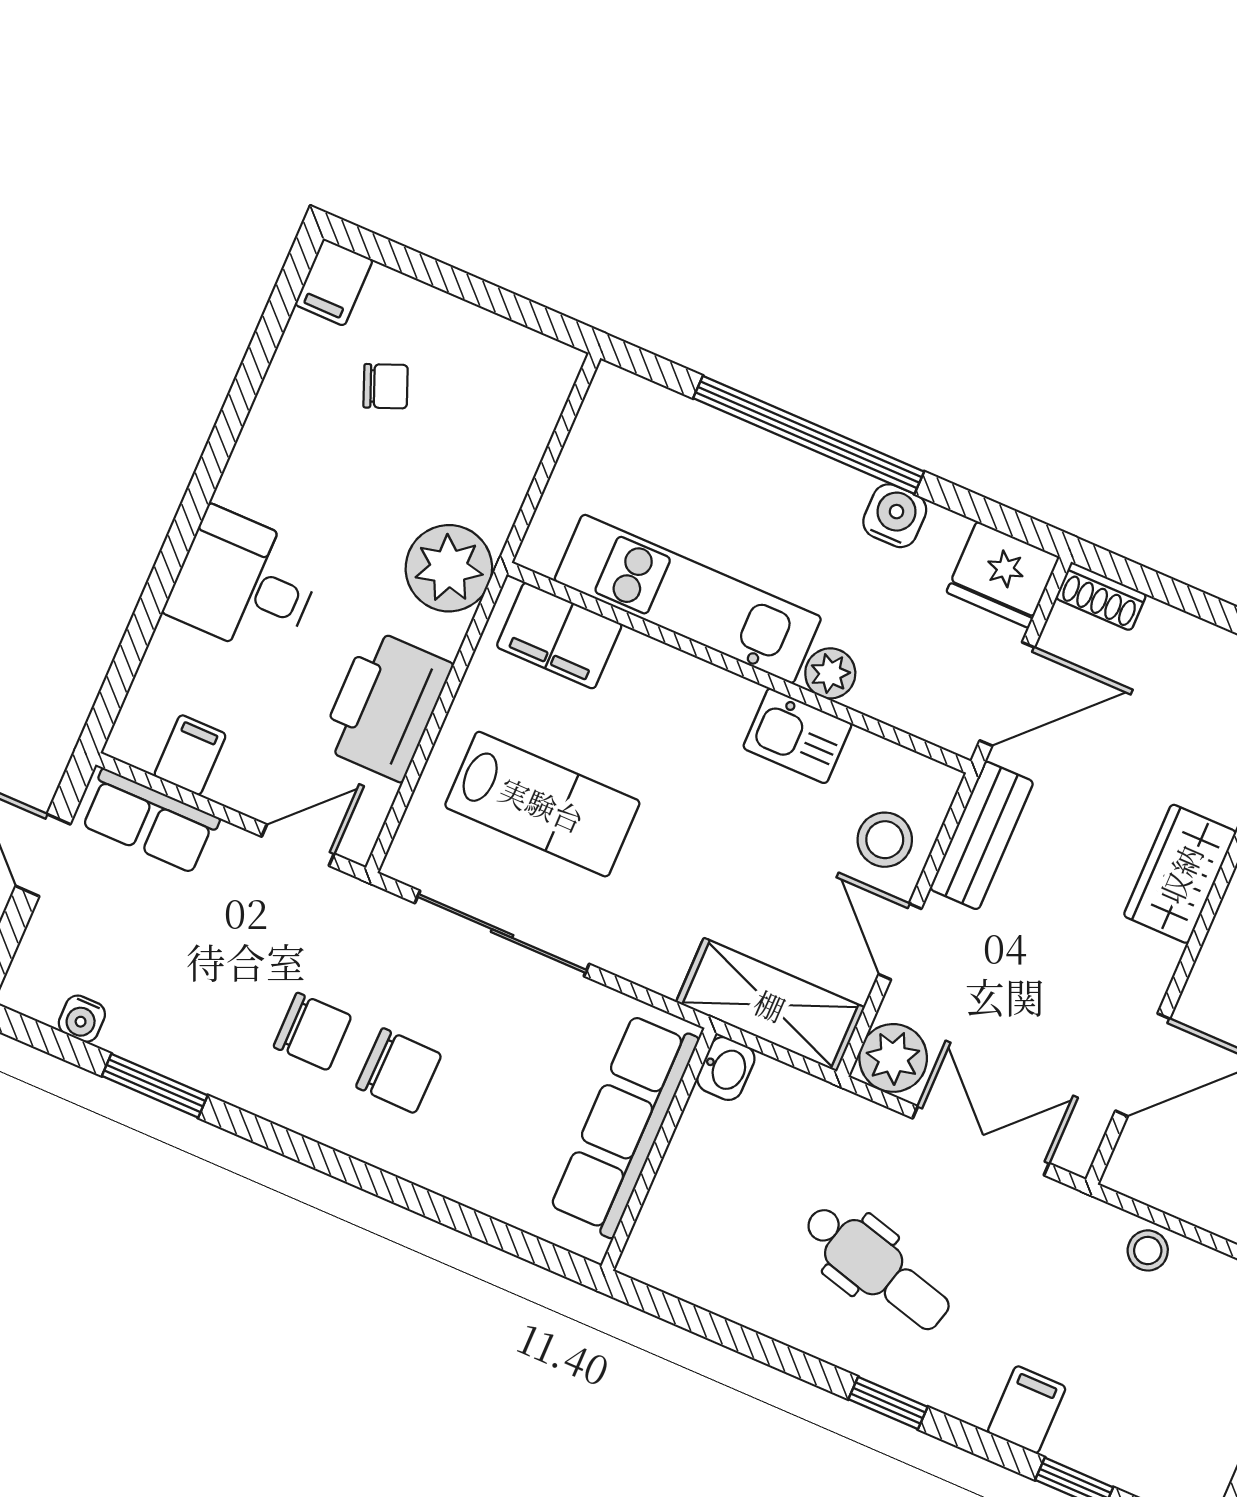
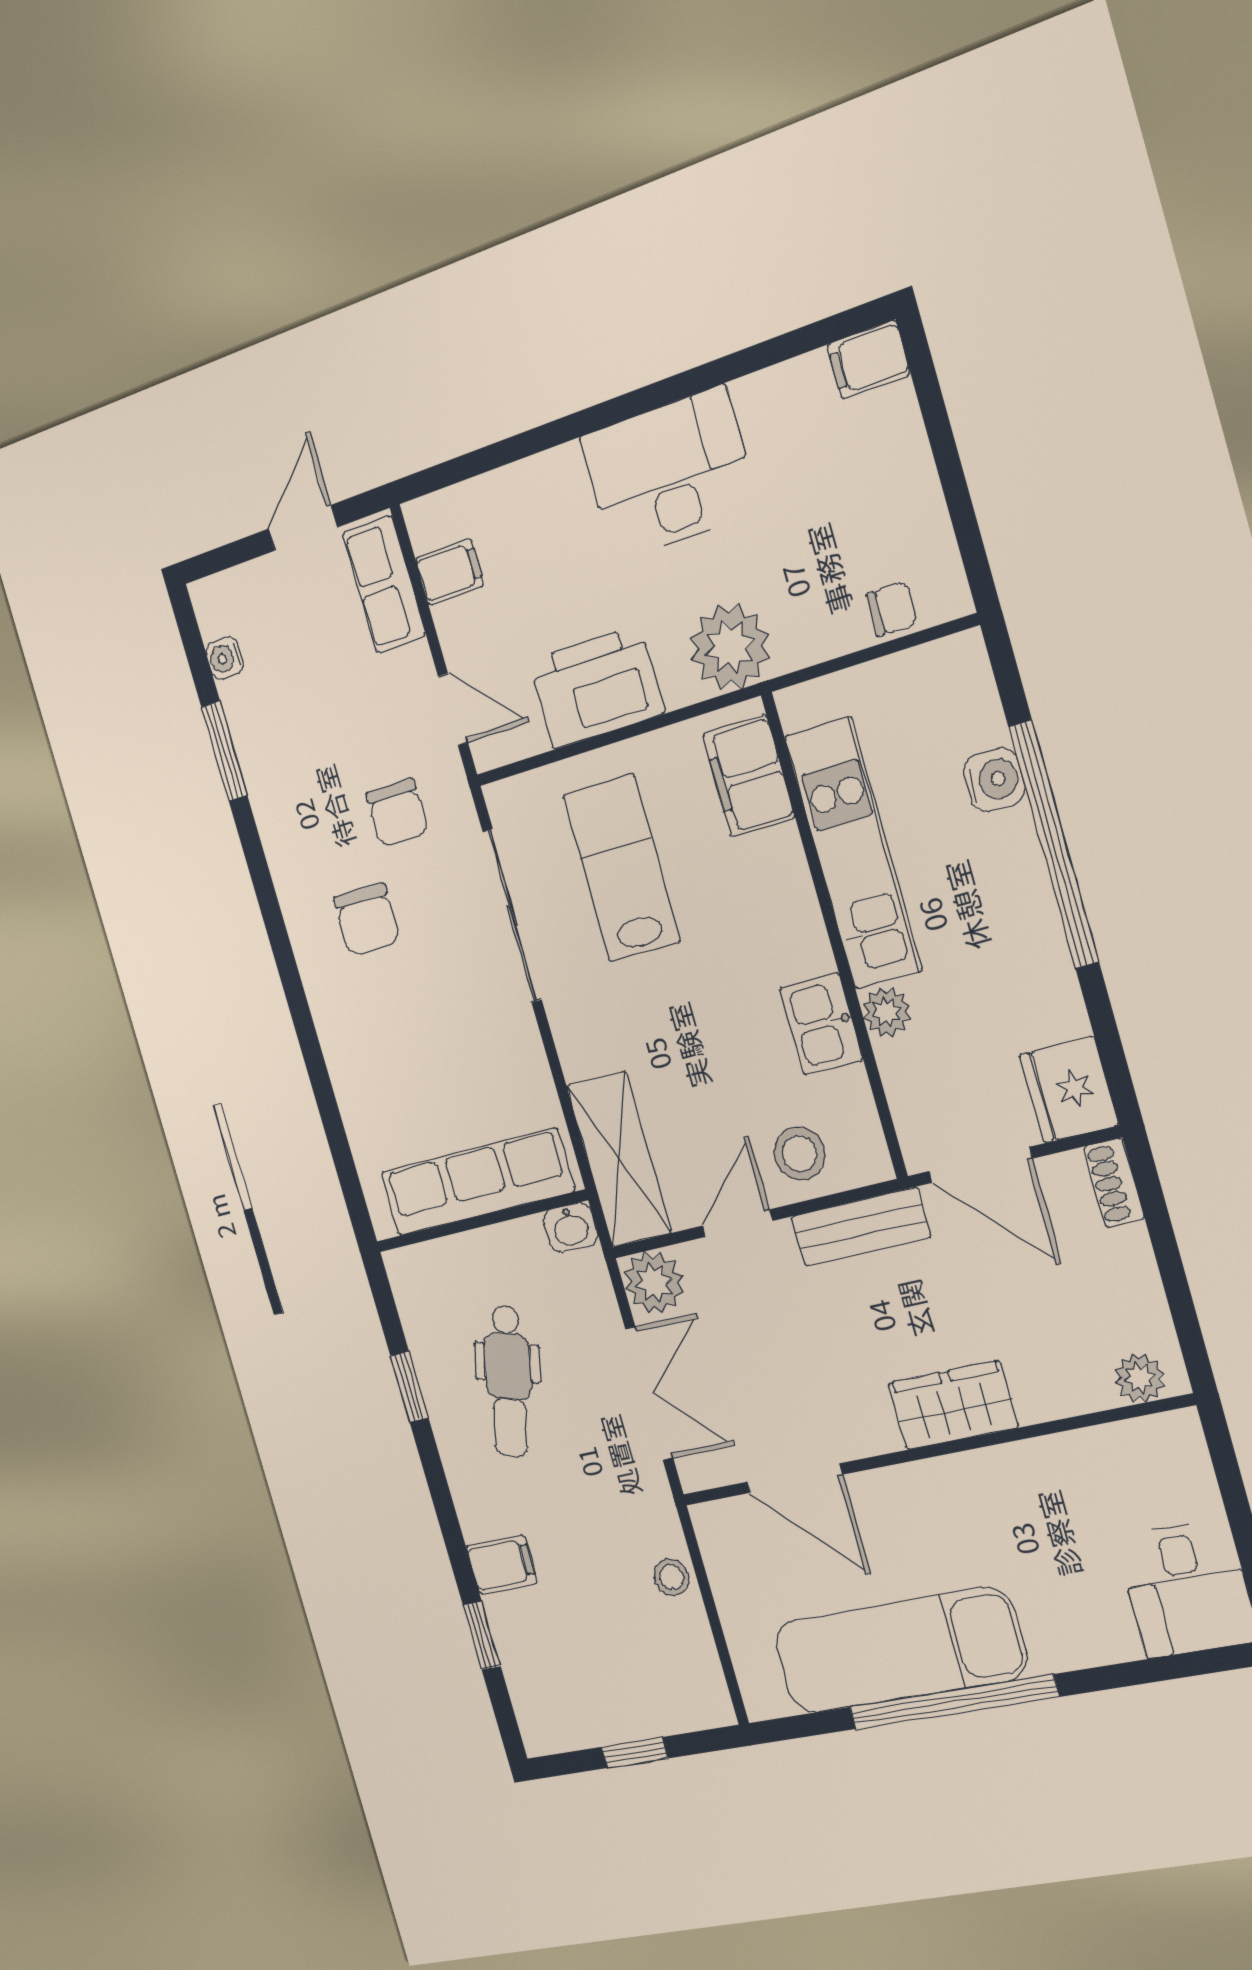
chair: (386, 386) -> (892, 609), moved, turned -68
water cooler: (895, 516) -> (994, 780), moved
desk: (245, 583) -> (669, 474), moved, width x1.37
lab bench: (542, 804) -> (621, 868), turned 180
chair: (312, 1031) -> (397, 813), moved
washbasin: (726, 1068) -> (570, 1227), moved
row of seats: (624, 1125) -> (477, 1182), moved
wall: (659, 1149) -> (481, 1221), moved
window: (888, 1403) -> (409, 1387), moved

